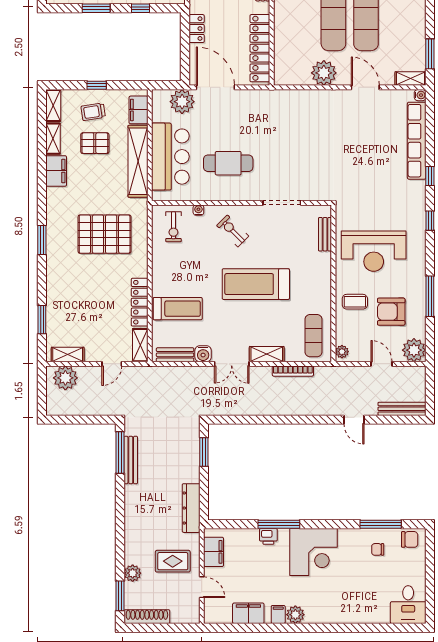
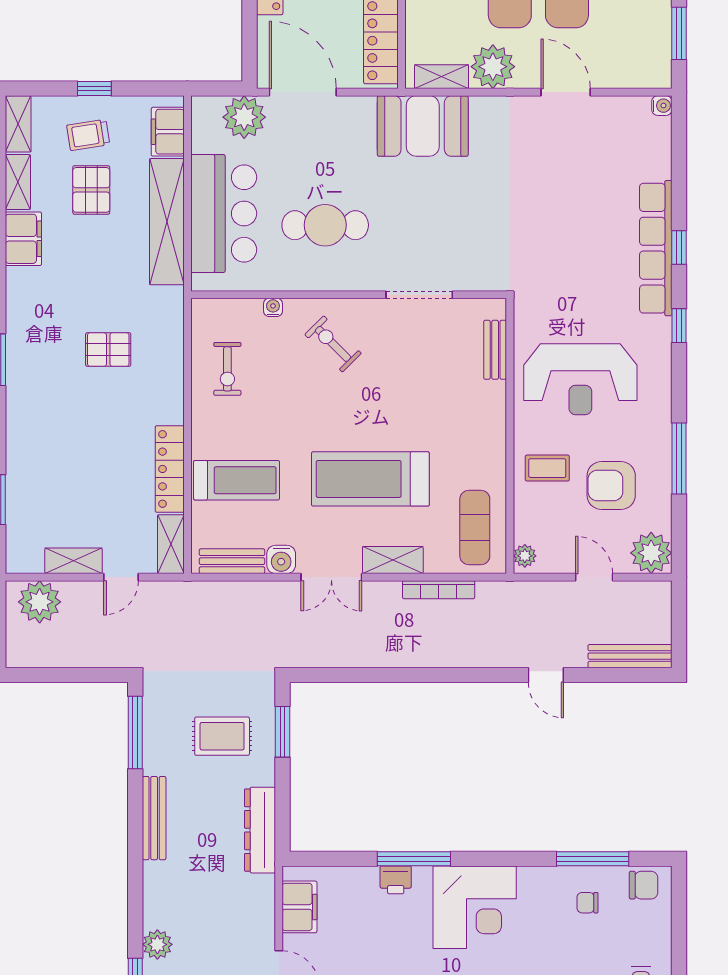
shelving: (410, 79) -> (442, 77), moved
booth: (284, 107) -> (423, 126), added
row of seats: (417, 141) -> (656, 248), moved
pallet: (95, 143) -> (91, 190), turned 90
exercise bike: (173, 227) -> (227, 369), moved
pallet: (105, 234) -> (108, 350), width x0.49, depth x0.50
treadmill: (256, 284) -> (370, 479), moved
shelving: (68, 355) -> (74, 561), moved
bench: (131, 460) -> (154, 818), moved
rug: (173, 561) -> (222, 736), moved

